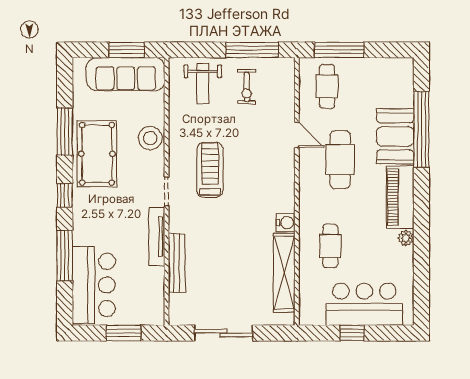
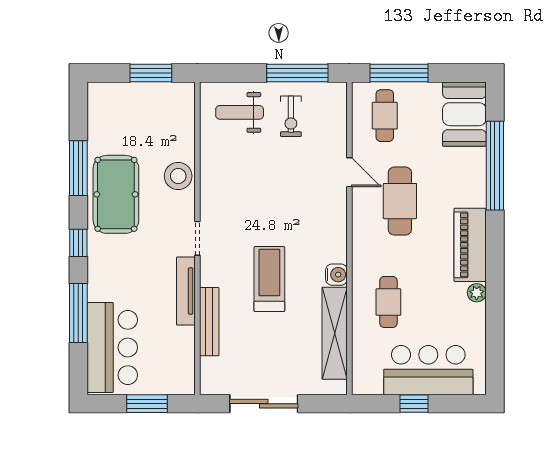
sofa: (126, 74) -> (150, 101), removed
weight bench: (203, 84) -> (240, 112), turned 90
booth: (395, 136) -> (464, 114), moved
treadmill: (210, 170) -> (269, 279), moved

